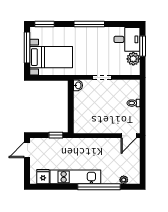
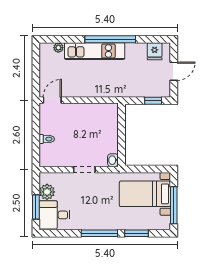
window: (44, 24) -> (137, 233), moved
window: (56, 135) -> (153, 101), moved
door: (27, 150) -> (174, 71), moved
kitchen unit: (75, 177) -> (95, 51), moved
window: (99, 187) -> (110, 39), moved

